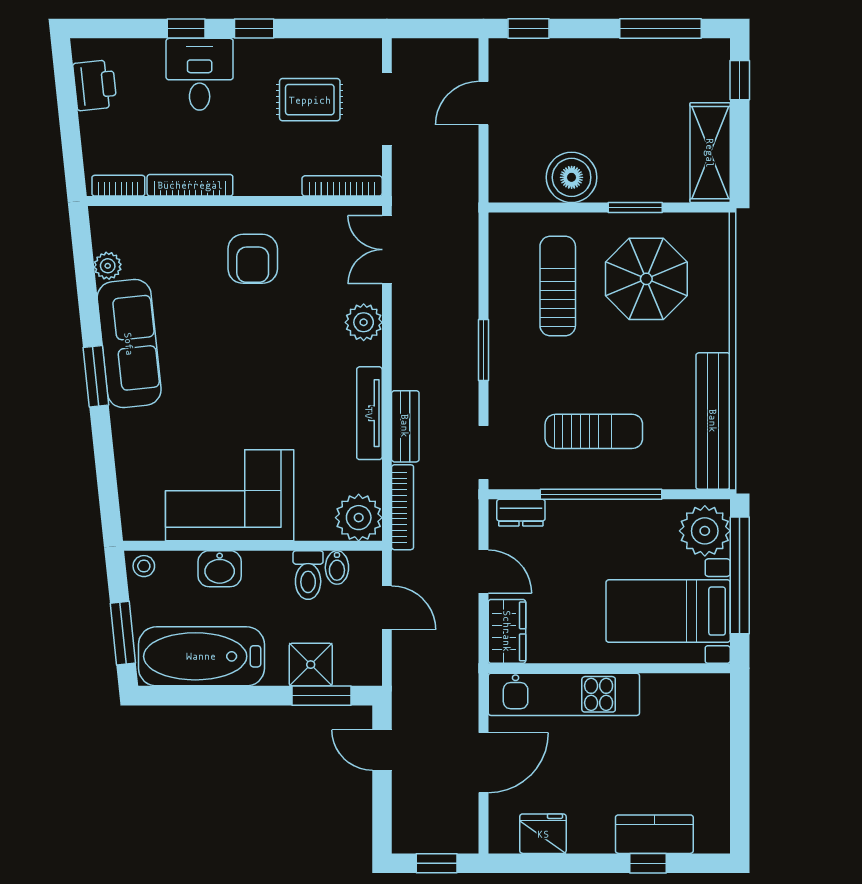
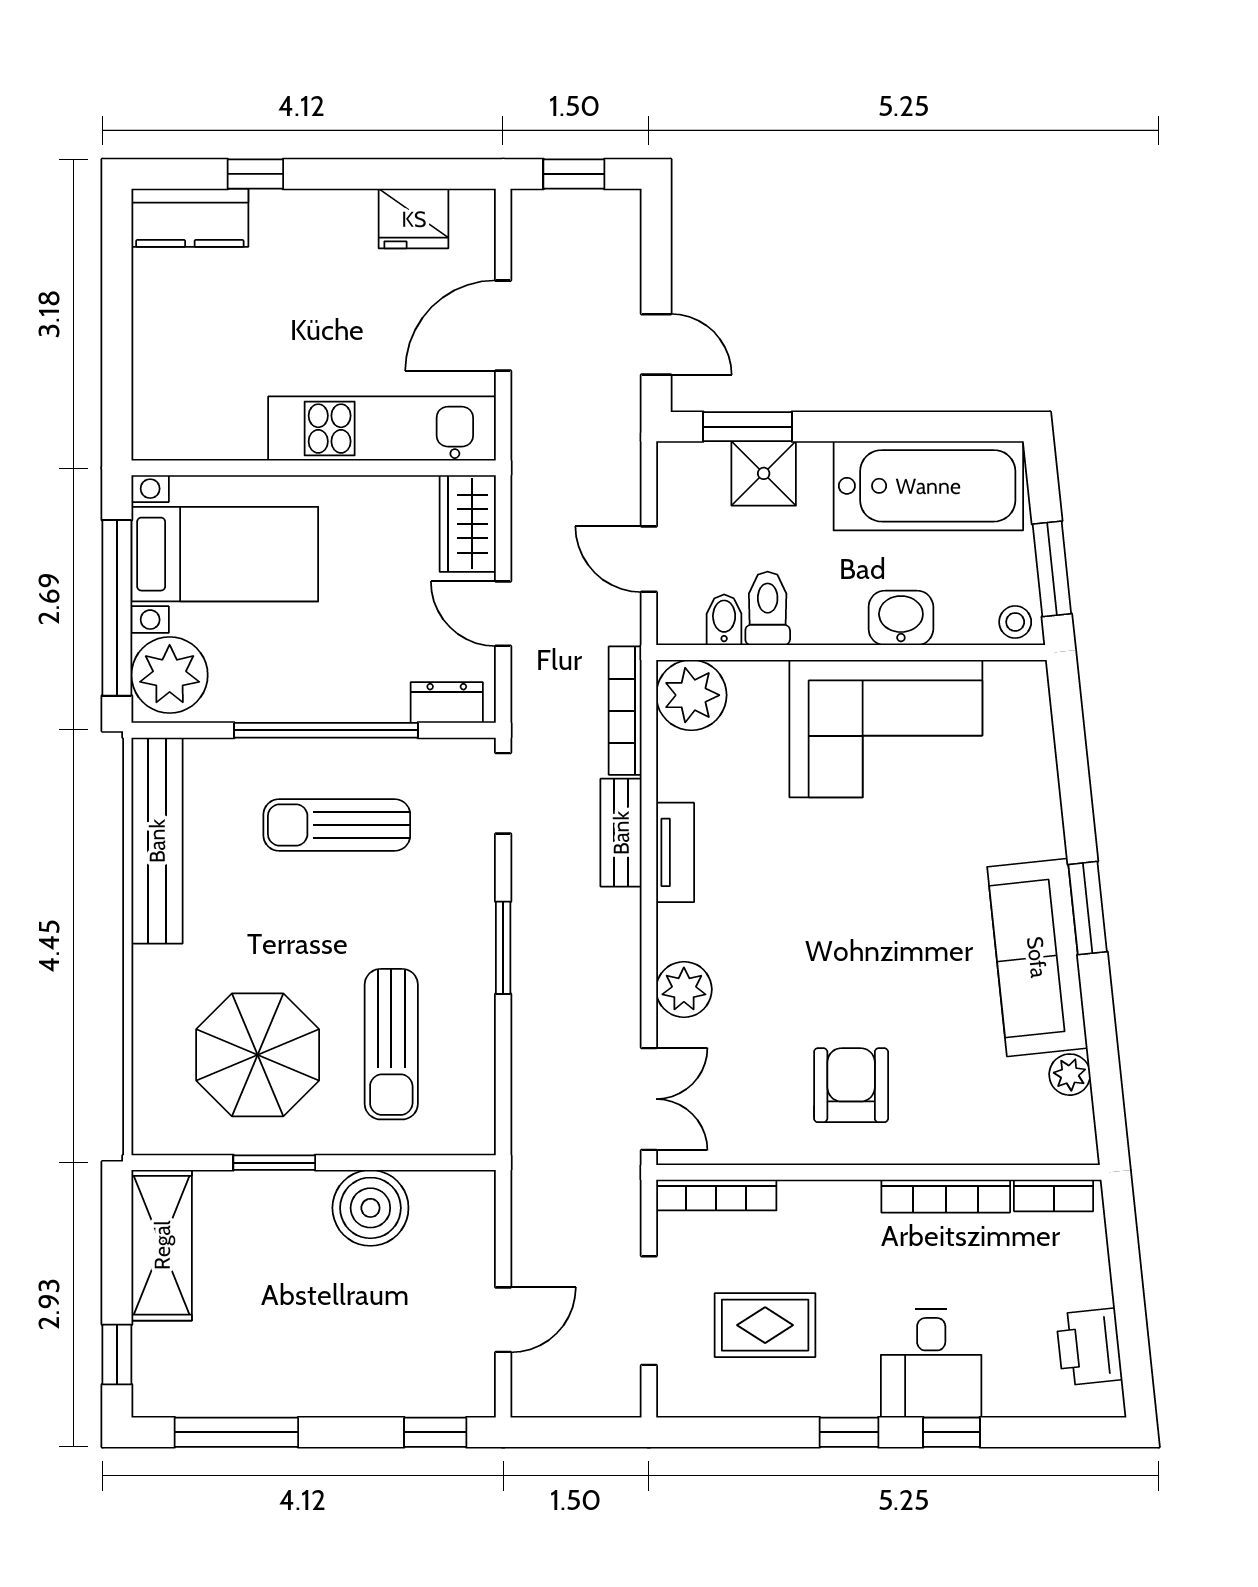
tv unit: (369, 413) -> (675, 852), width x0.71
window: (123, 633) -> (1052, 569), moved
kitchen counter: (654, 834) -> (190, 218), moved

